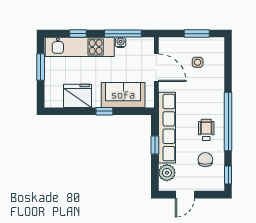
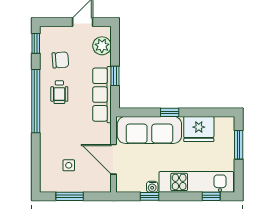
window: (78, 34) -> (211, 196), moved
window: (123, 34) -> (150, 196), width x0.46
window: (41, 67) -> (239, 145), moved
sofa: (123, 95) -> (149, 130), width x1.36
row of seats: (167, 128) -> (102, 95), width x0.73
chair: (205, 160) -> (60, 60), turned -94

